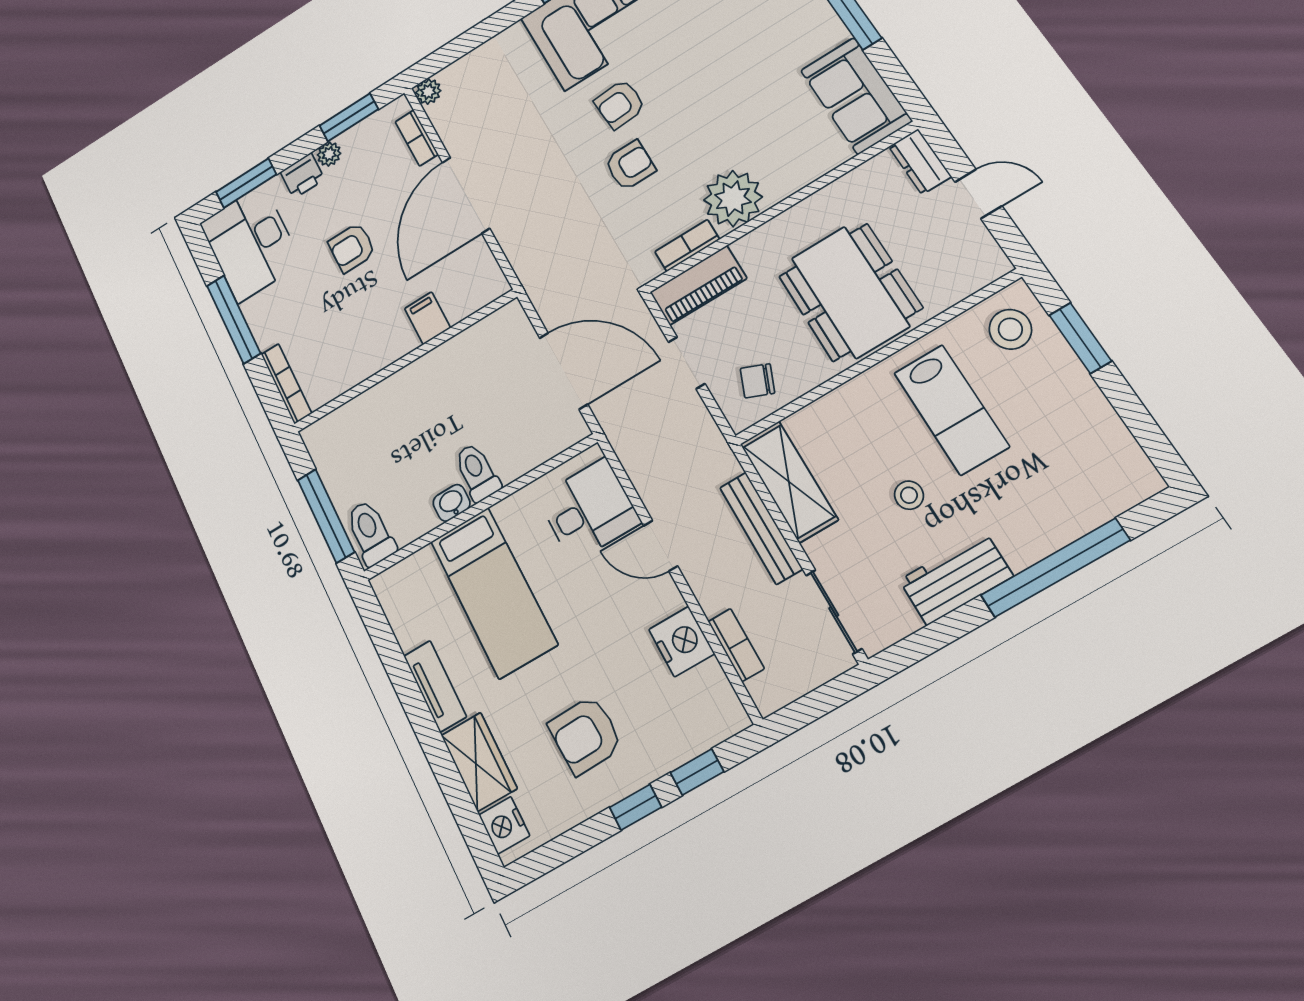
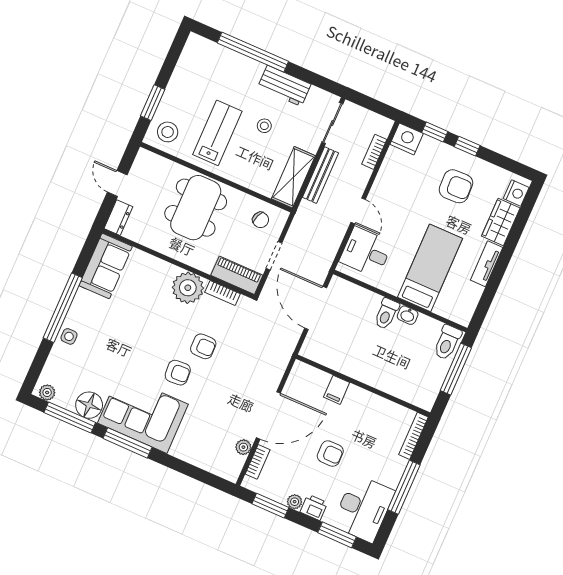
plant: (428, 92) -> (243, 447), moved
armchair: (630, 165) -> (203, 346), turned 180
nightstand: (682, 642) -> (407, 139), moved, turned 90

